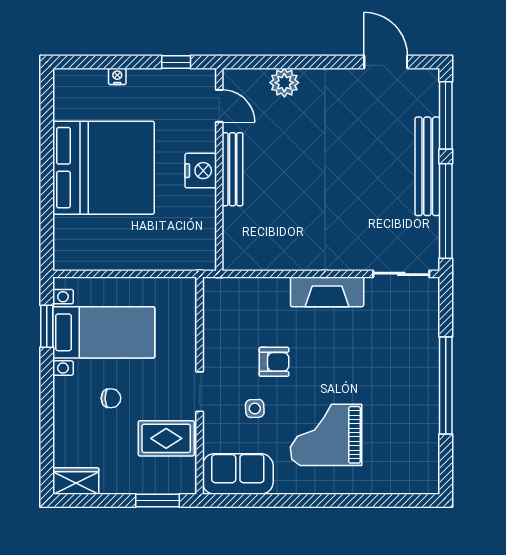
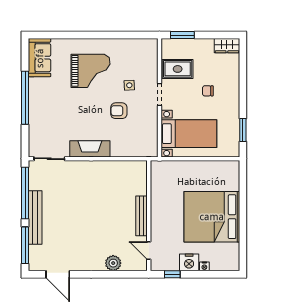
nightstand: (201, 171) -> (189, 262), moved, turned -90
bed with nightstands: (104, 332) -> (189, 134), moved, turned 180
sofa: (238, 474) -> (40, 58), moved, turned -90

